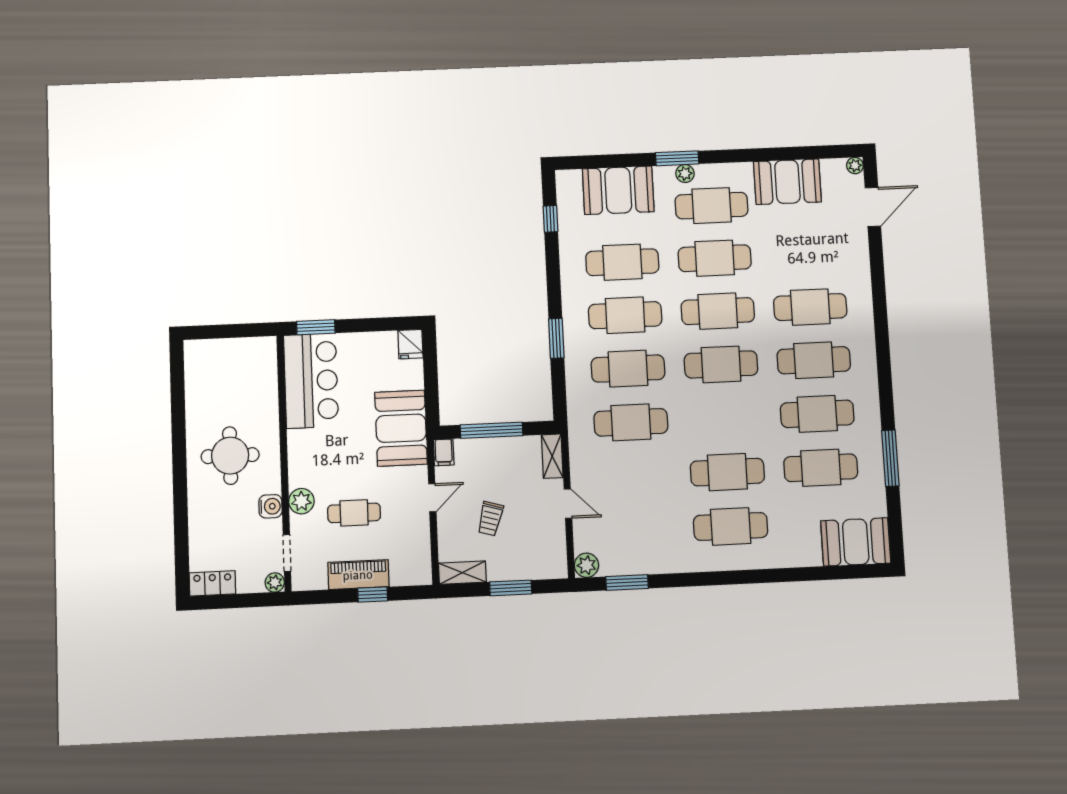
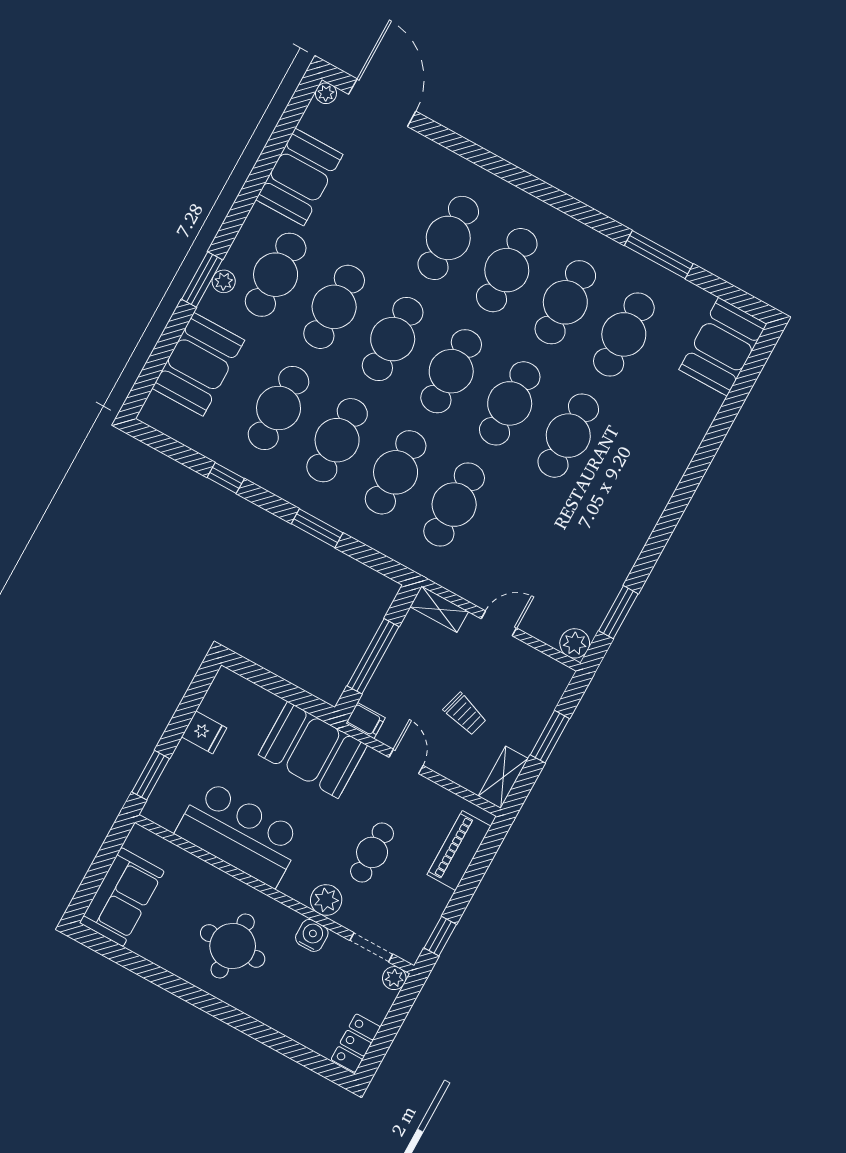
door: (873, 207) -> (382, 103), width x1.36
window: (550, 219) -> (226, 478), moved
fridge: (410, 344) -> (204, 732), moved
sofa: (219, 358) -> (122, 897), added
bar counter: (311, 381) -> (240, 834), moved
cafe table: (731, 526) -> (510, 403), moved
piano: (358, 575) -> (459, 850), moved
window: (373, 594) -> (440, 936), moved

